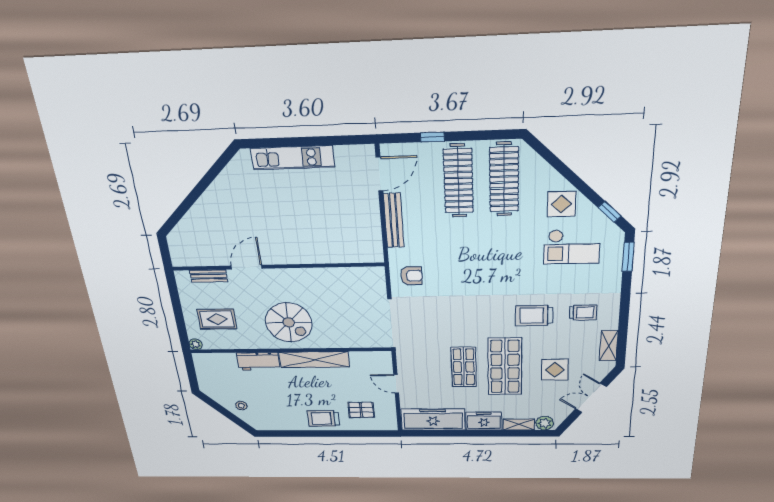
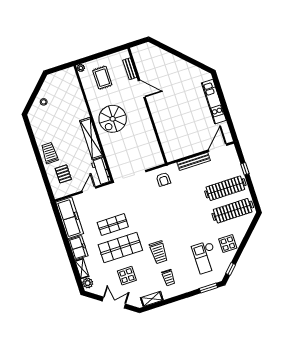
door: (379, 174) -> (218, 148), swing flipped
trolley: (534, 316) -> (159, 252), turned 180
workbench: (258, 361) -> (101, 171), moved

